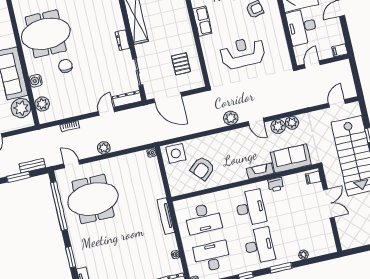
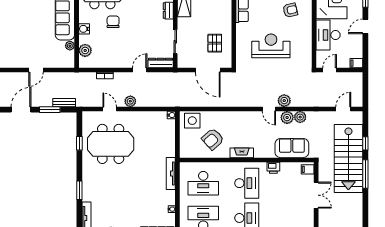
door: (168, 98) -> (208, 70), moved
plant: (21, 108) -> (70, 46), width x0.53, depth x0.53
plant: (231, 118) -> (284, 101), moved
door: (72, 164) -> (110, 109), moved
fireplace: (260, 171) -> (242, 153), moved
window: (59, 206) -> (79, 143), width x0.32

